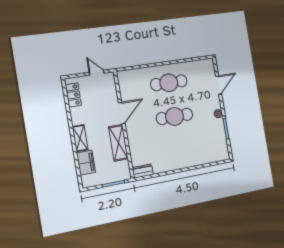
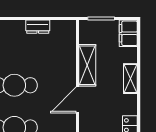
filing cabinet: (86, 163) -> (128, 33), moved
dresser: (143, 171) -> (38, 27), moved

